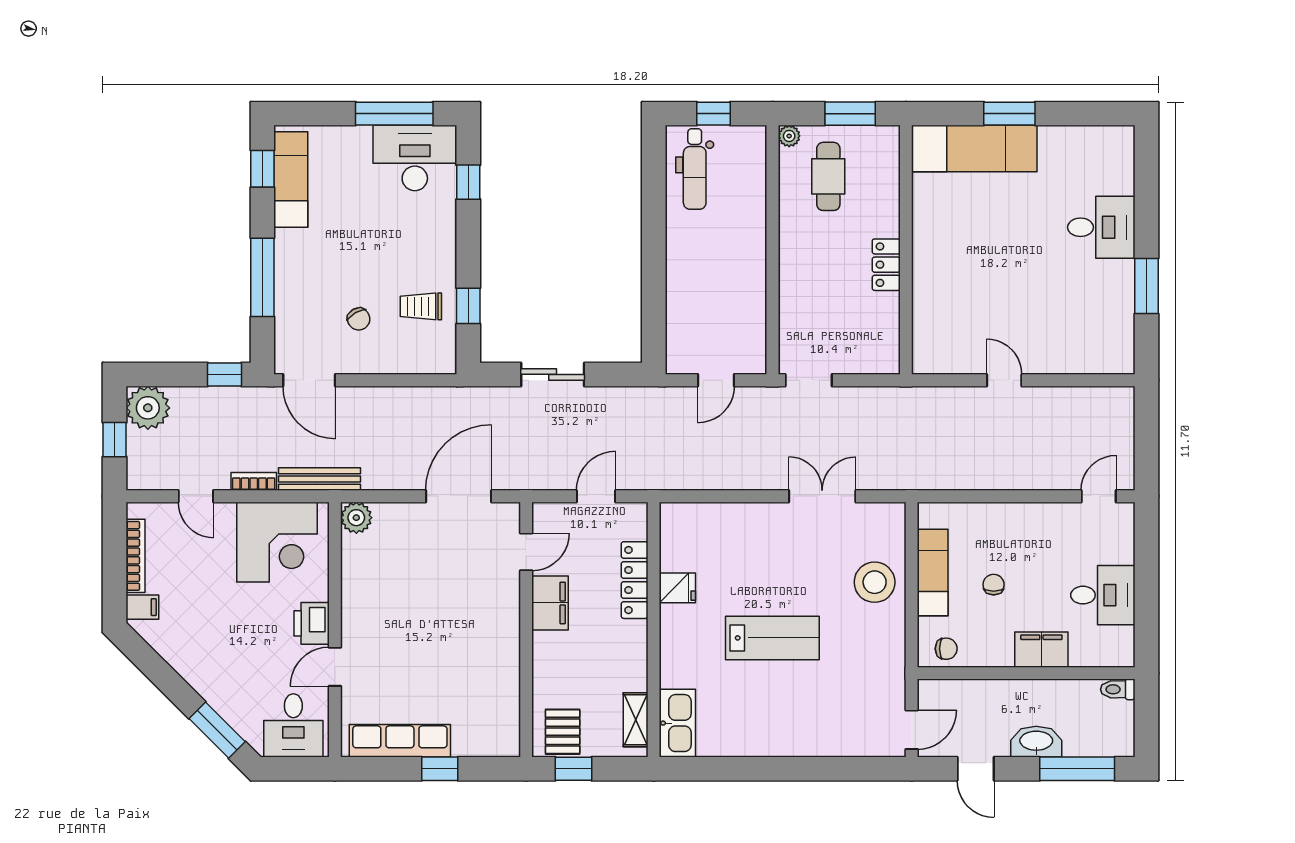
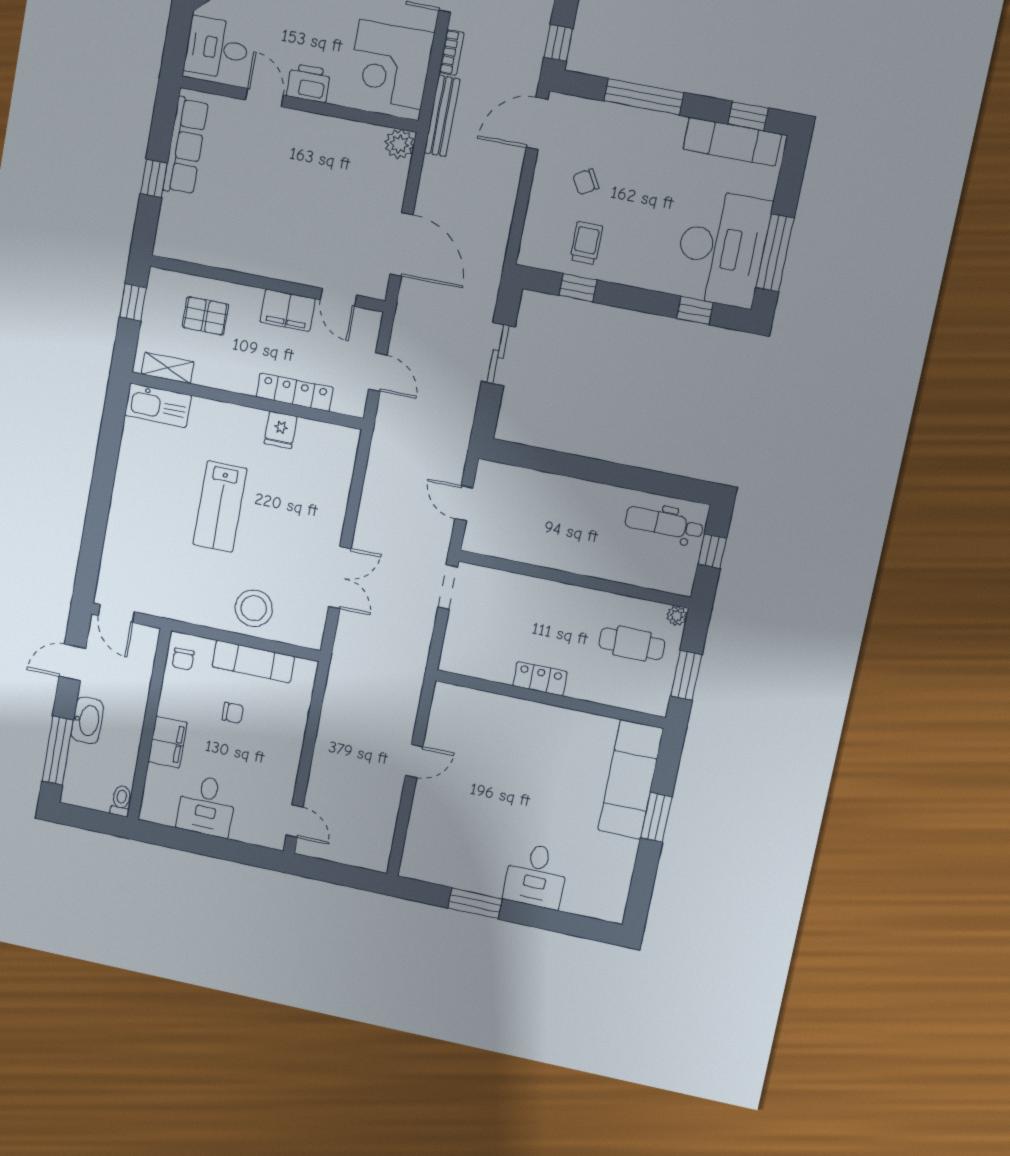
desk: (415, 158) -> (722, 248), width x1.36, depth x1.30
pallet: (563, 732) -> (205, 316), moved

